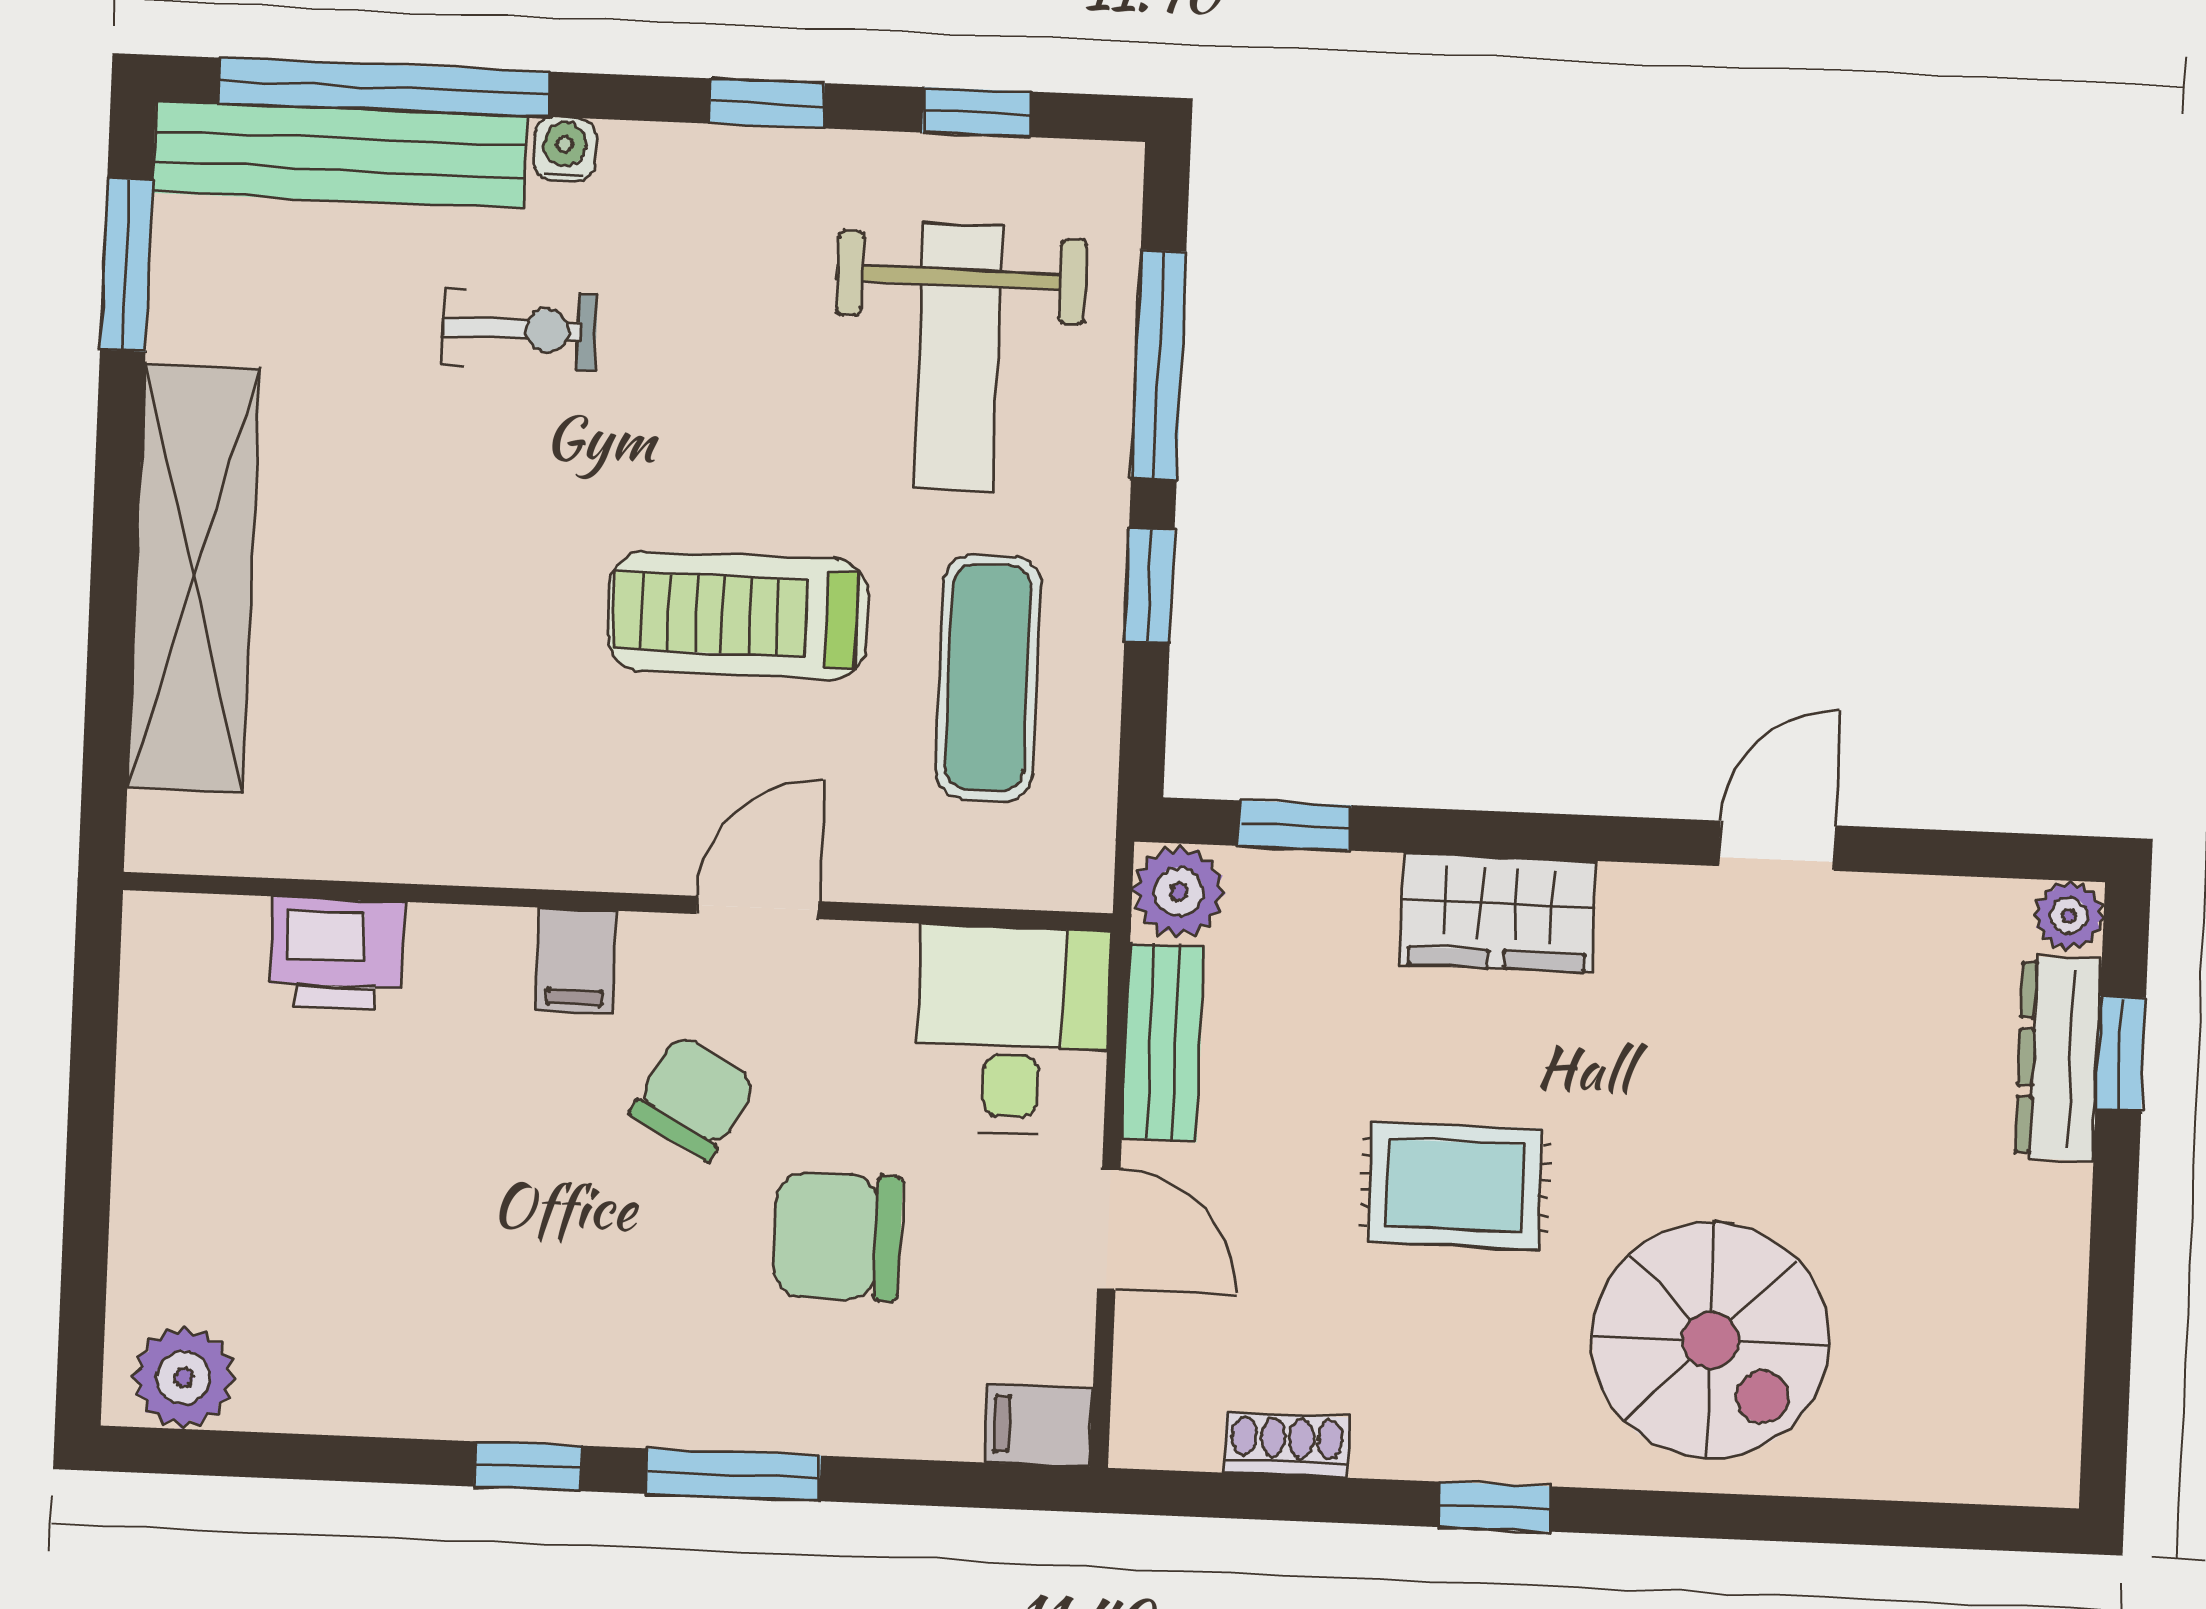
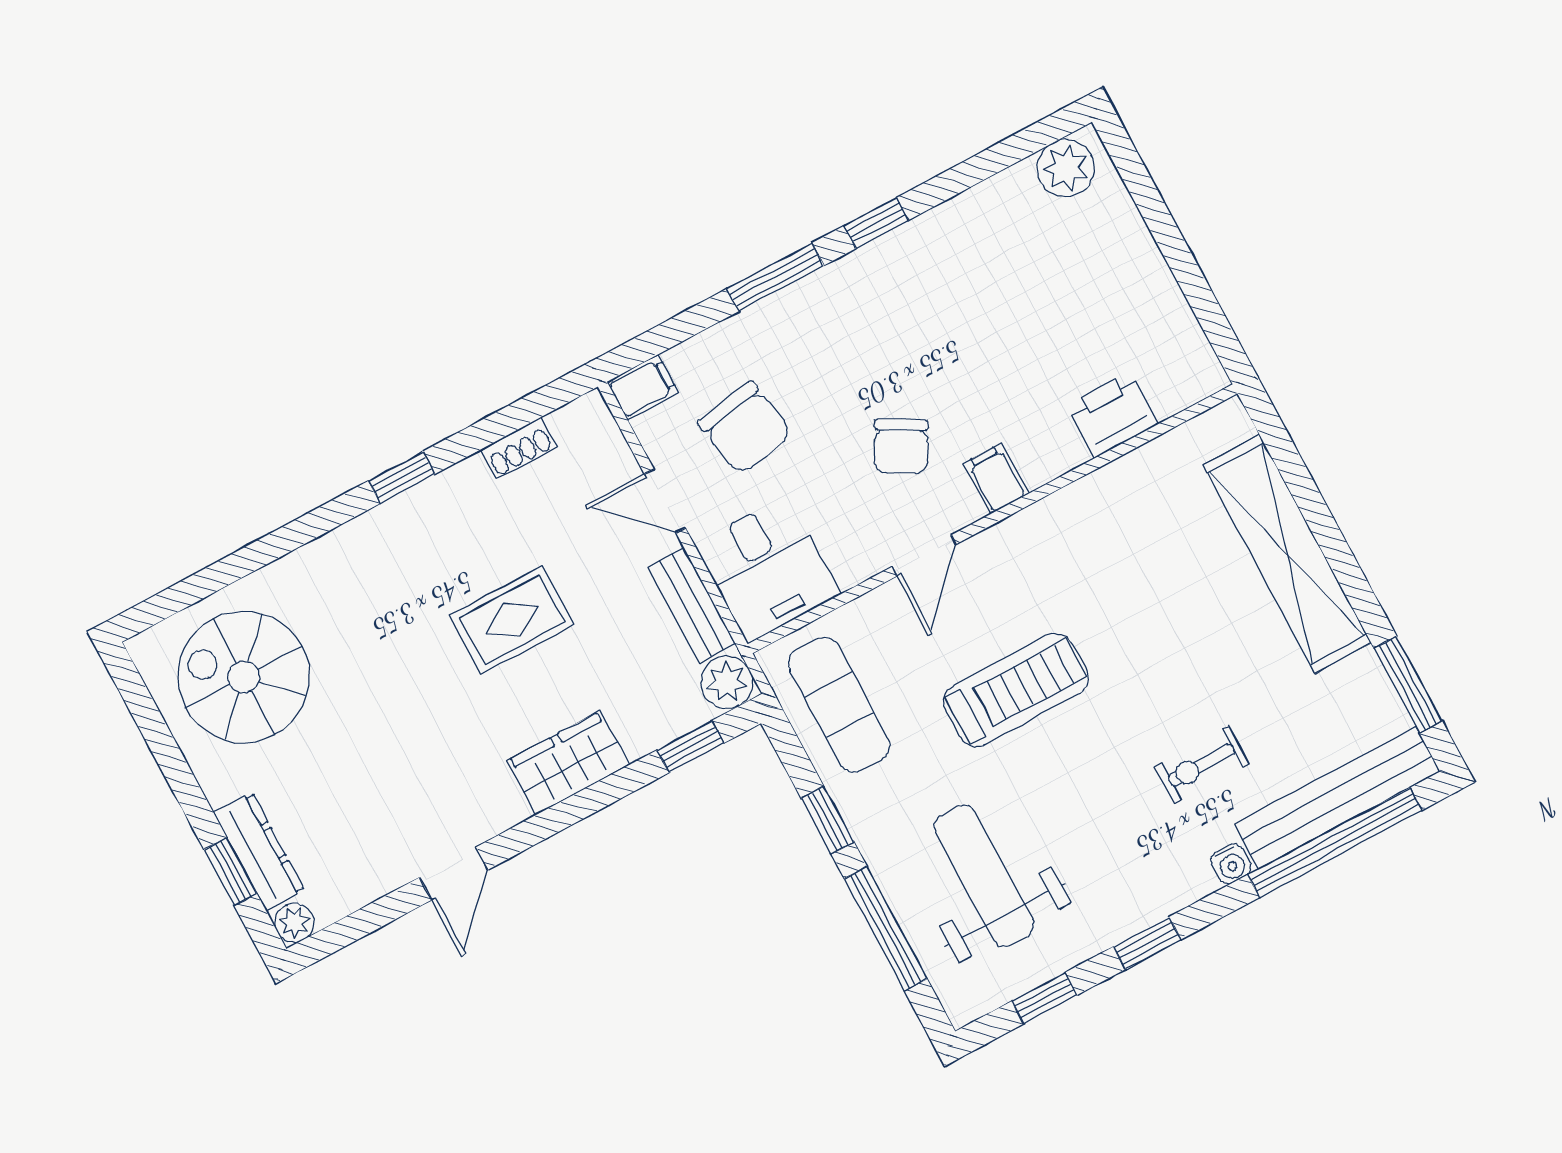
exercise mat: (988, 678) -> (839, 705), moved
chair: (838, 1237) -> (745, 428), moved, turned 80
spiral stairs: (1711, 1340) -> (244, 677), moved

